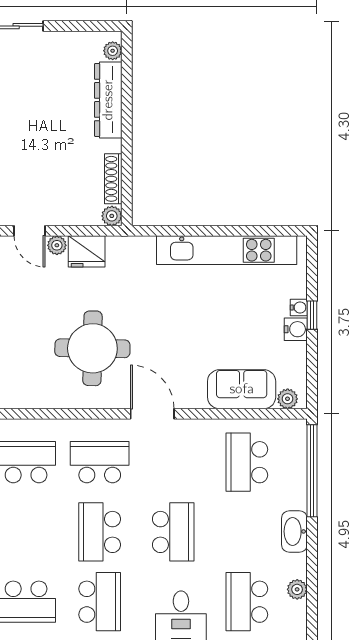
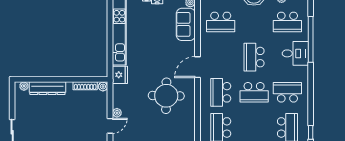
fridge: (87, 251) -> (120, 75), moved
school desk: (173, 532) -> (254, 57), turned -90

